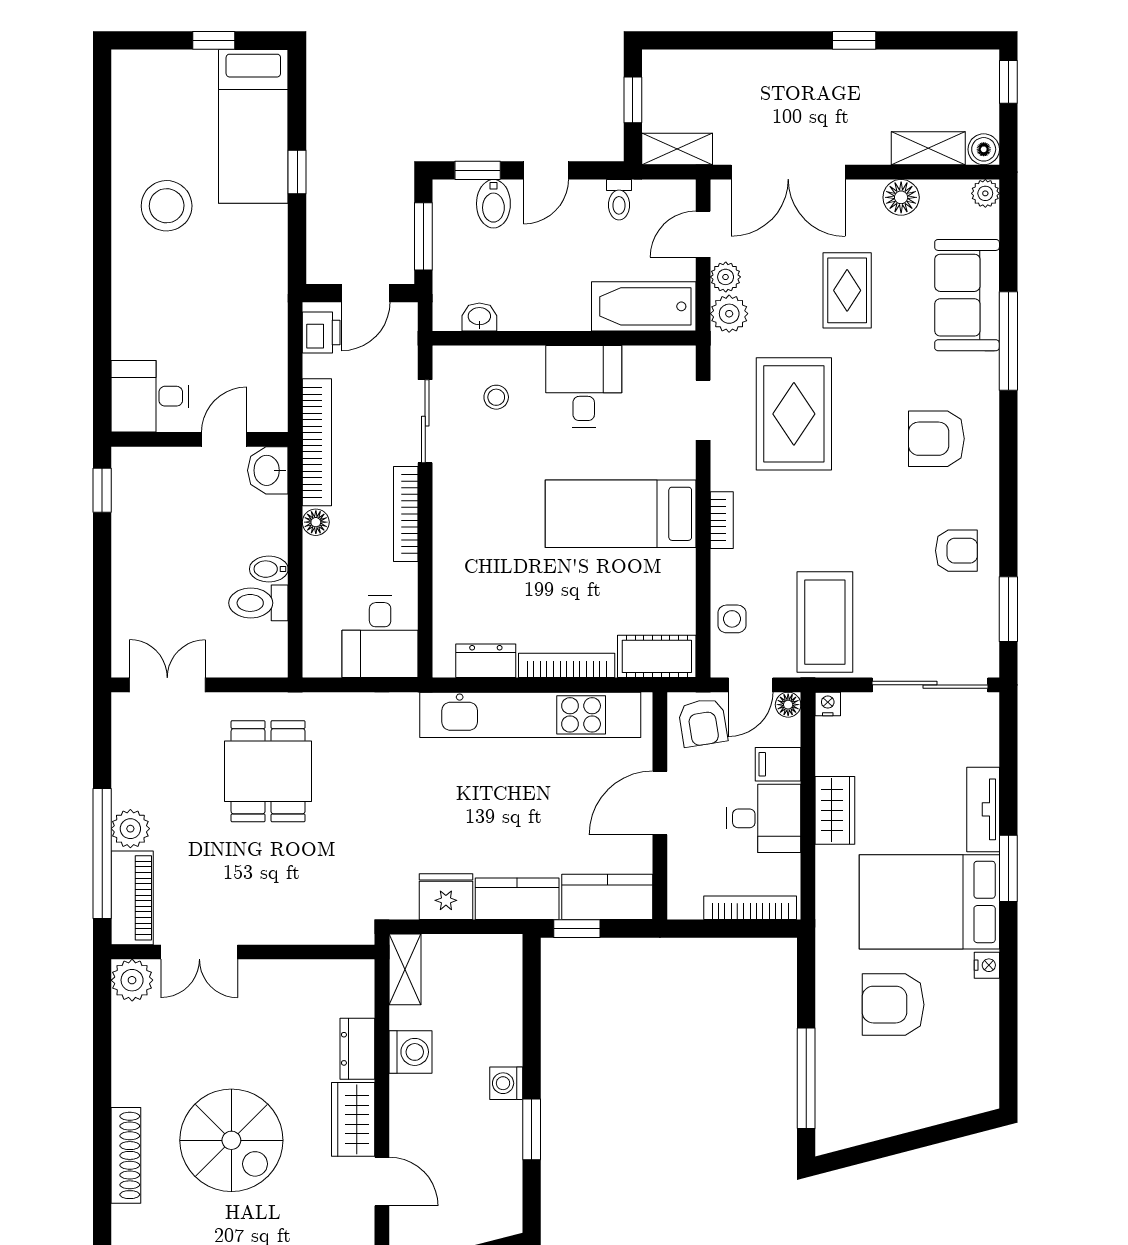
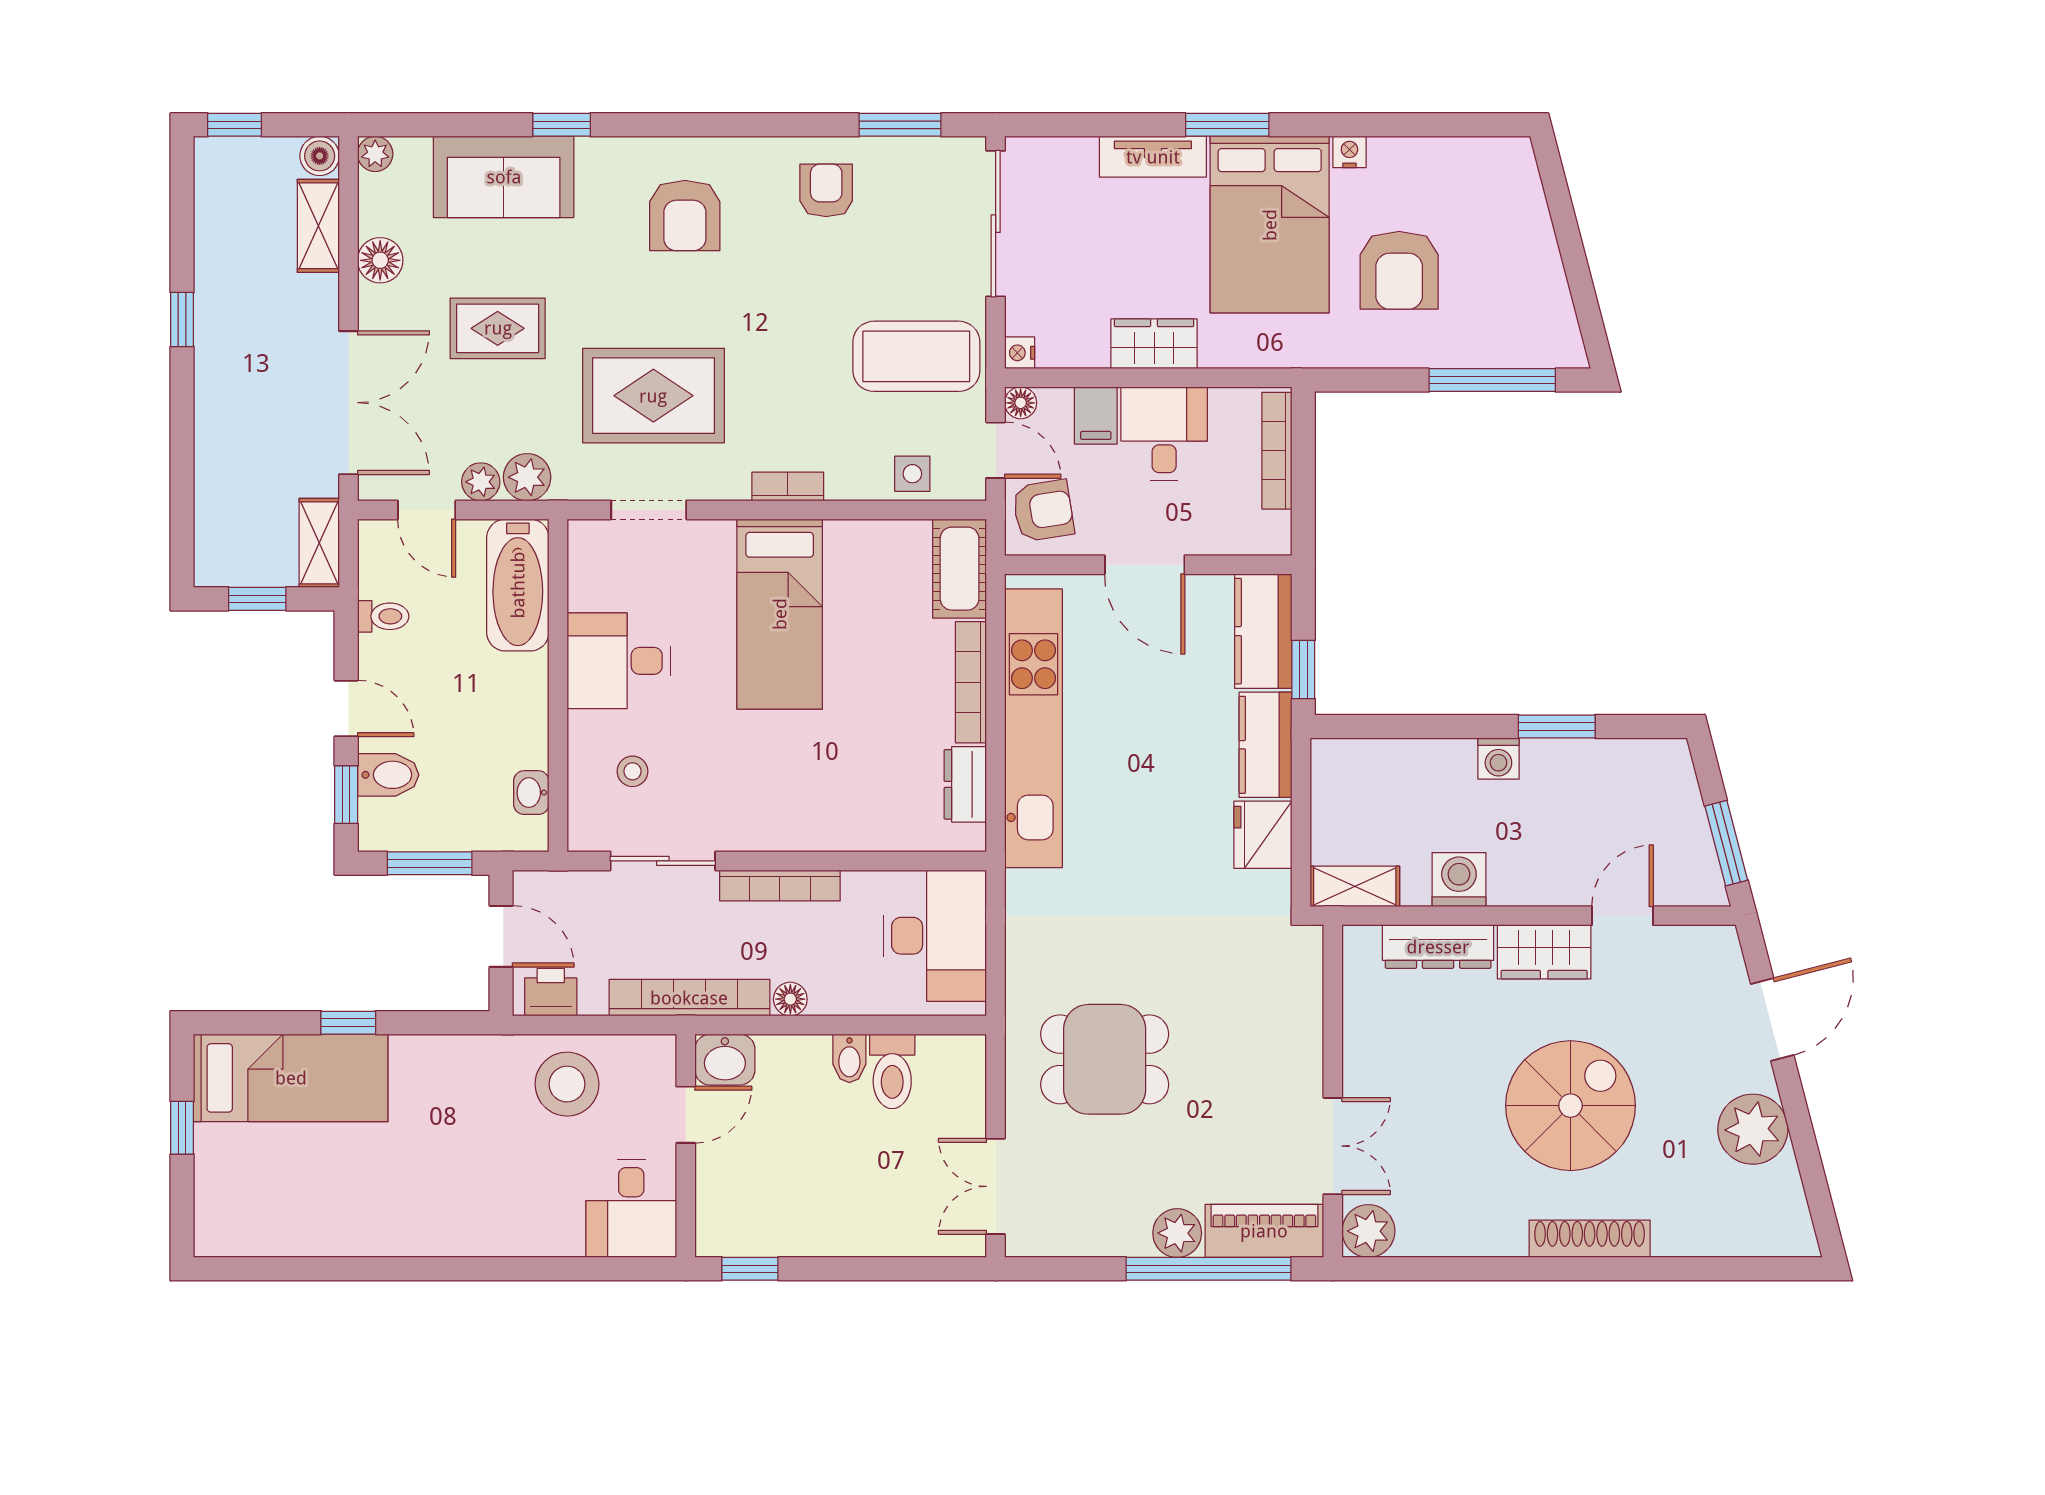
stool: (167, 206) -> (567, 1084), moved
window: (1008, 341) -> (562, 125), width x0.46
door: (224, 439) -> (686, 1115), swing flipped
desk: (380, 637) -> (935, 936), width x1.37
dresser: (357, 1049) -> (1438, 947), width x1.44

